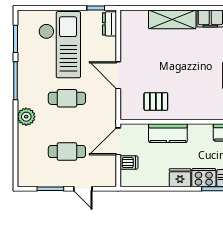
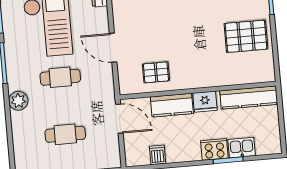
door: (118, 141) -> (119, 119), swing flipped
dishwasher: (129, 163) -> (158, 155), moved, turned -90
fridge: (180, 178) -> (205, 102), moved, turned 180

